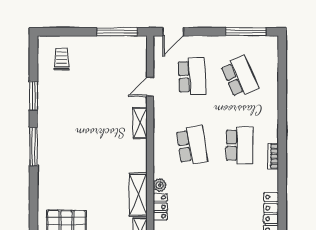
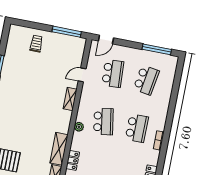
trolley: (61, 59) -> (36, 44), moved
school desk: (240, 77) -> (146, 80), turned 33
plant: (160, 185) -> (79, 127), moved

